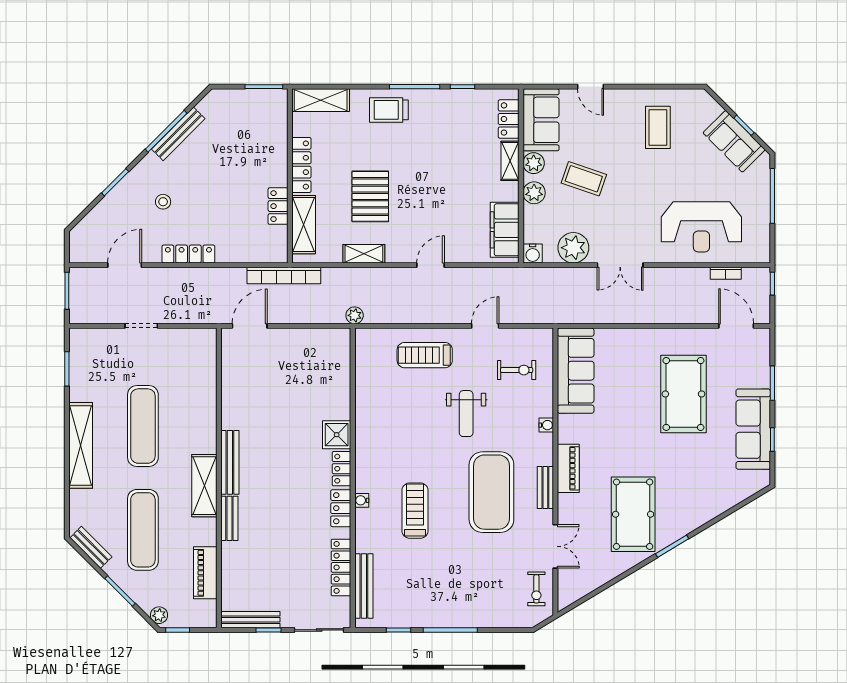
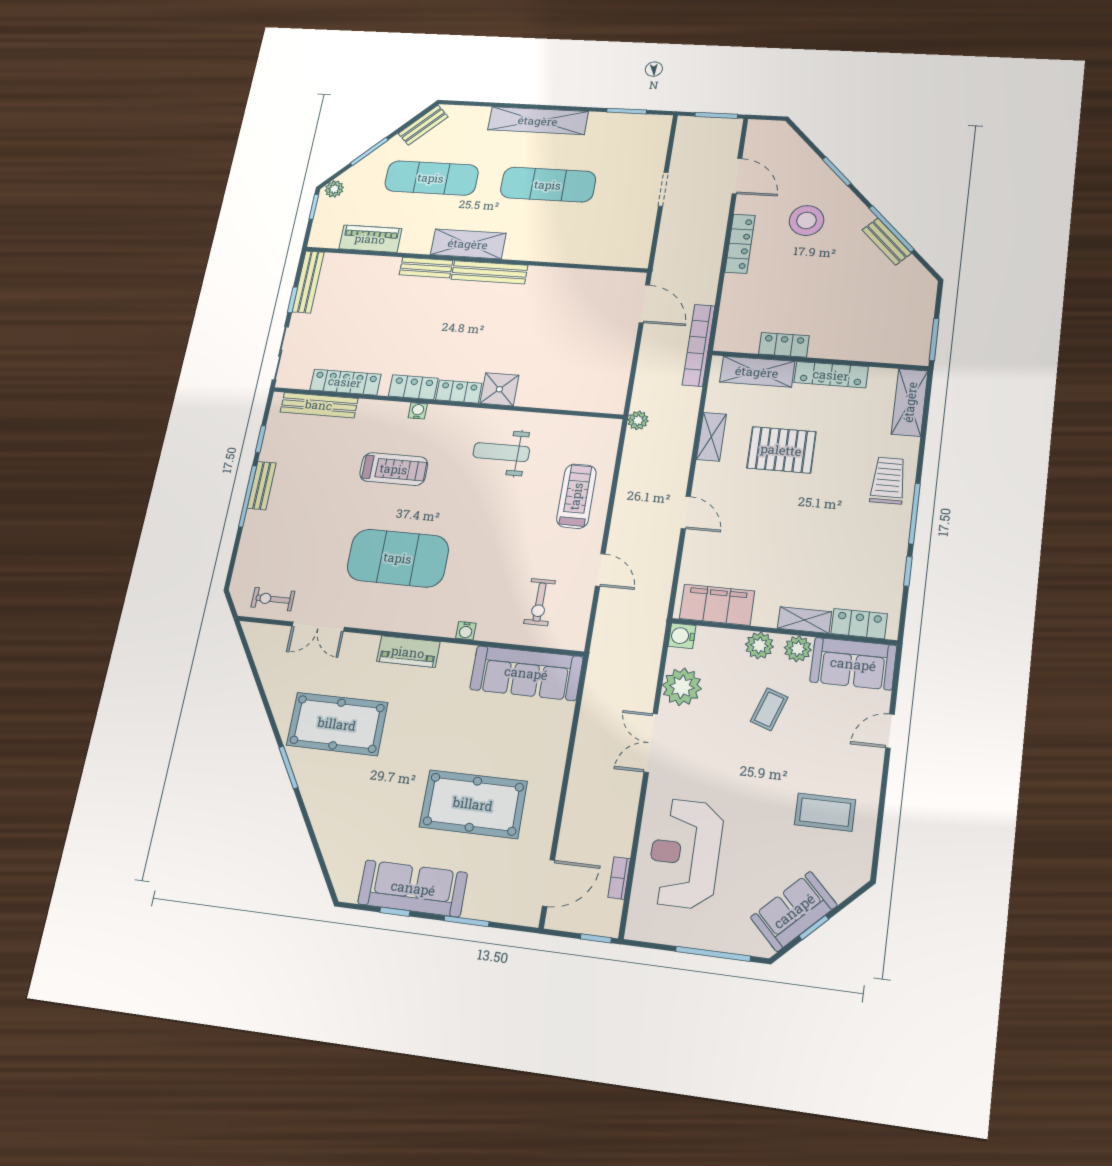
bench: (178, 134) -> (887, 242), width x0.73
coffee table: (584, 179) -> (769, 709), width x0.73, depth x0.77
stool: (163, 202) -> (806, 221), width x1.89, depth x1.89
weight bench: (466, 414) -> (501, 452), moved
bench: (545, 488) -> (262, 486), moved, turned 90

